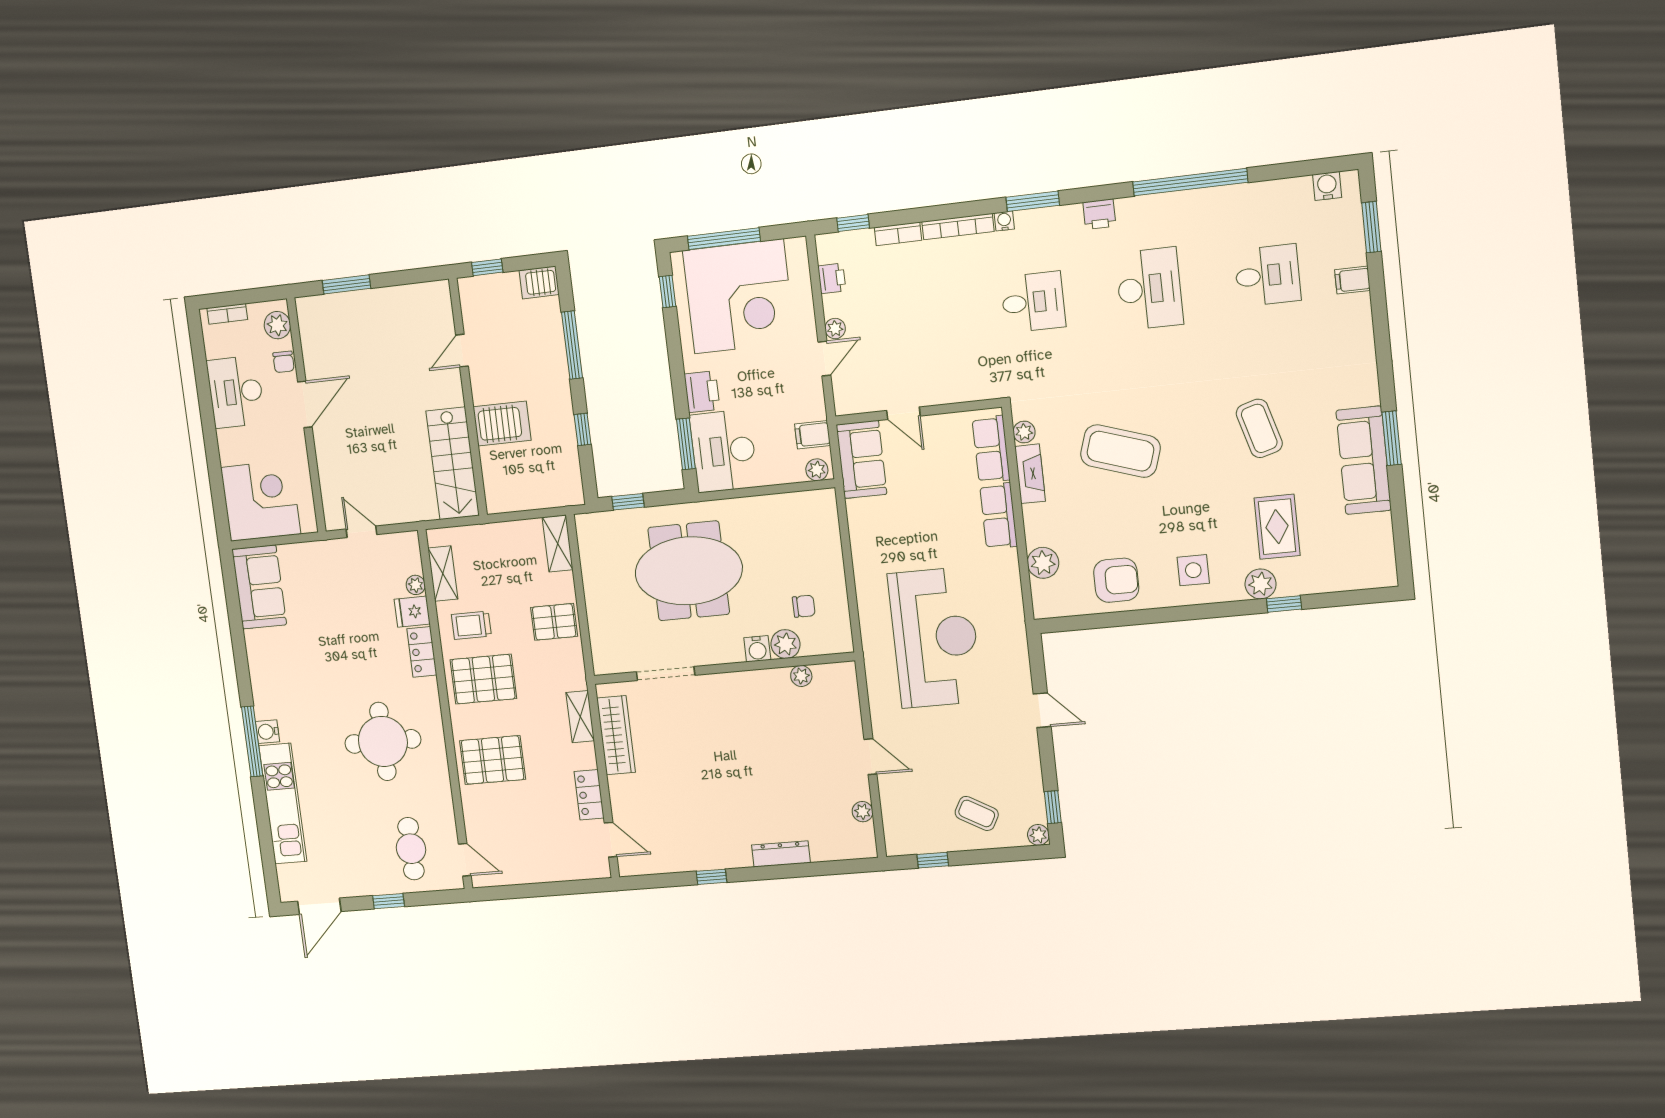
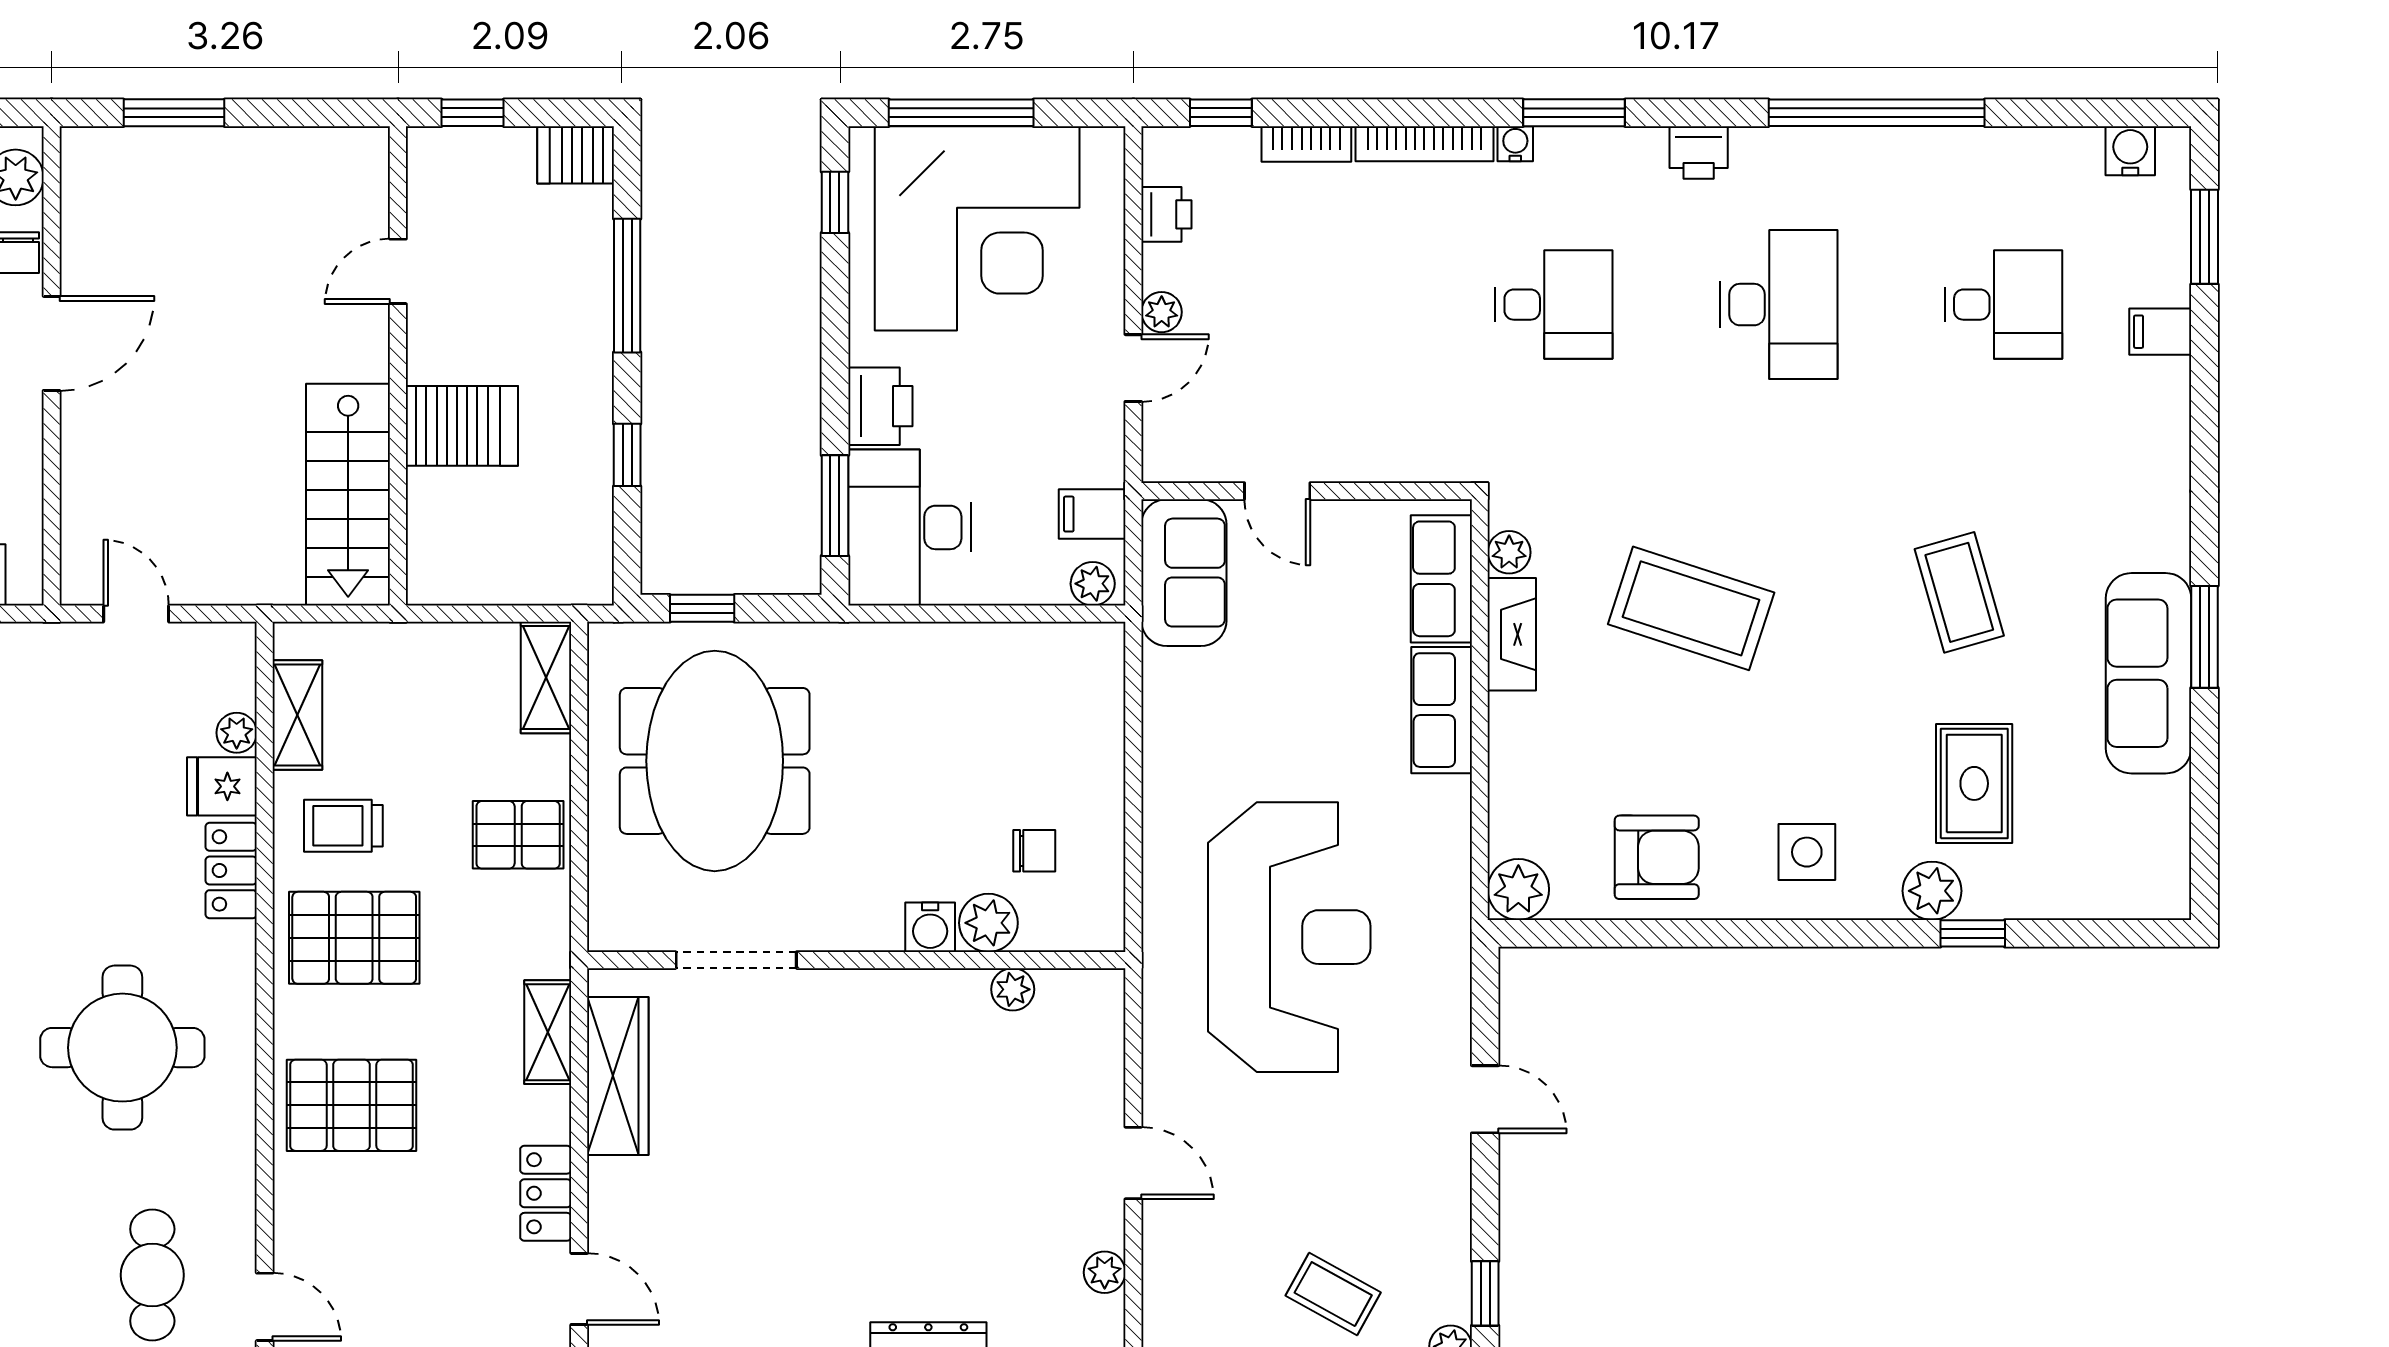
plant: (1043, 563) -> (1518, 889), moved
meeting table: (689, 571) -> (715, 761), moved, turned 90

